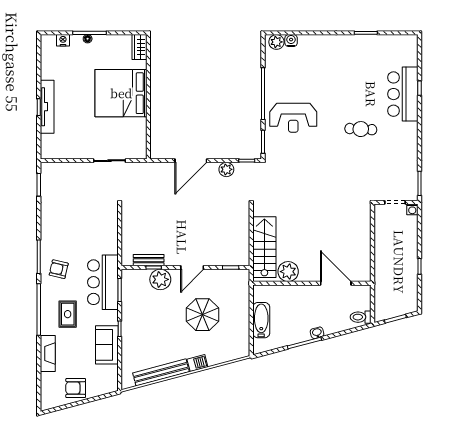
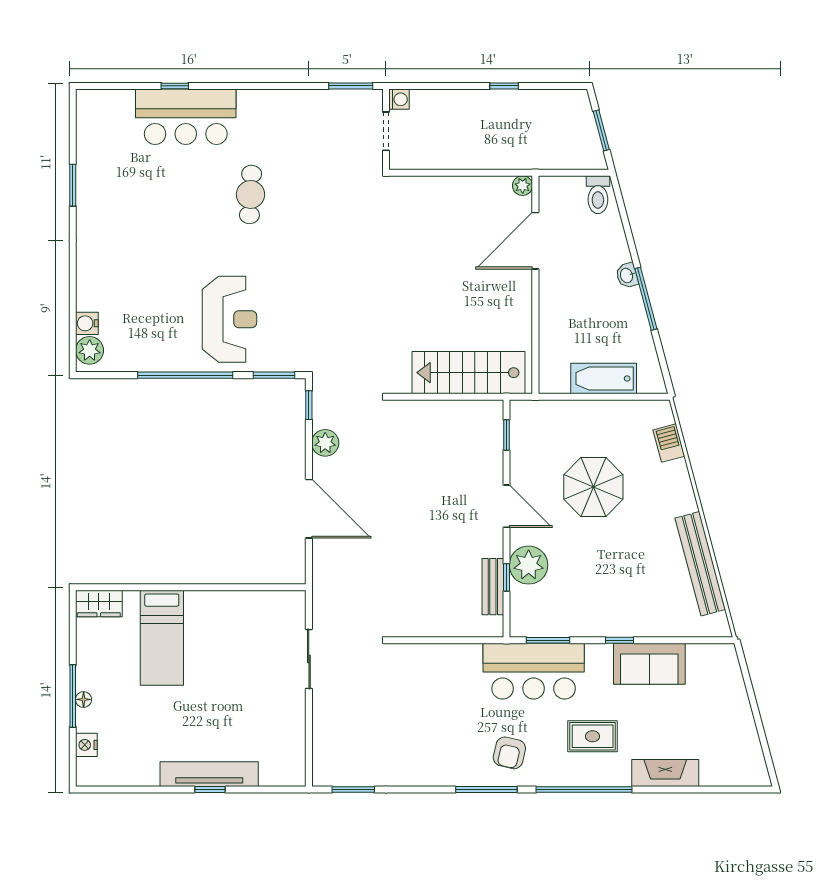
bed: (121, 93) -> (162, 638), width x0.49
plant: (288, 272) -> (523, 186), moved, width x0.53, depth x0.53
barbecue: (197, 363) -> (669, 443), moved
armchair: (76, 388) -> (729, 721), removed

